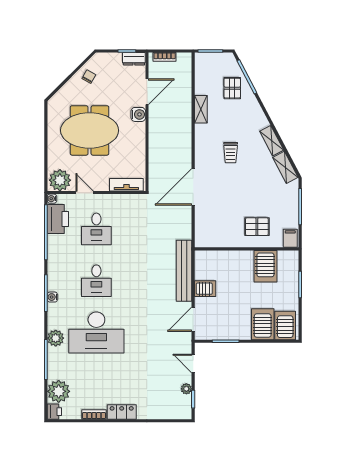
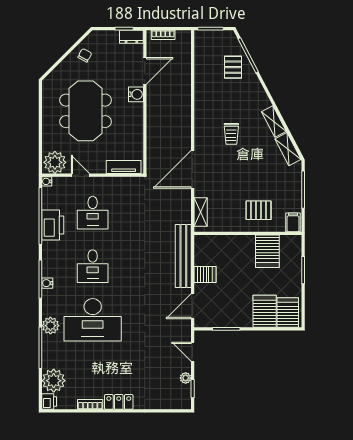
shelving: (201, 109) -> (201, 212), moved
meeting table: (90, 130) -> (86, 111), turned 90
printer: (58, 219) -> (53, 225), moved

